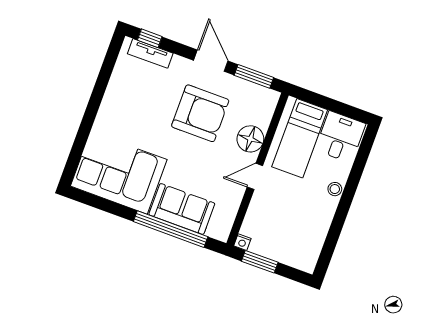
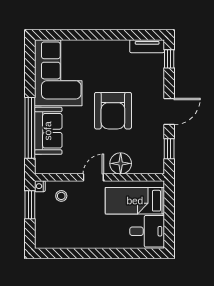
tv unit: (150, 53) -> (147, 46), moved, turned -90
window: (254, 76) -> (169, 149), width x0.67
armchair: (200, 113) -> (113, 111), moved
door: (255, 176) -> (93, 177), hinge flipped
stool: (335, 189) -> (61, 196), moved

